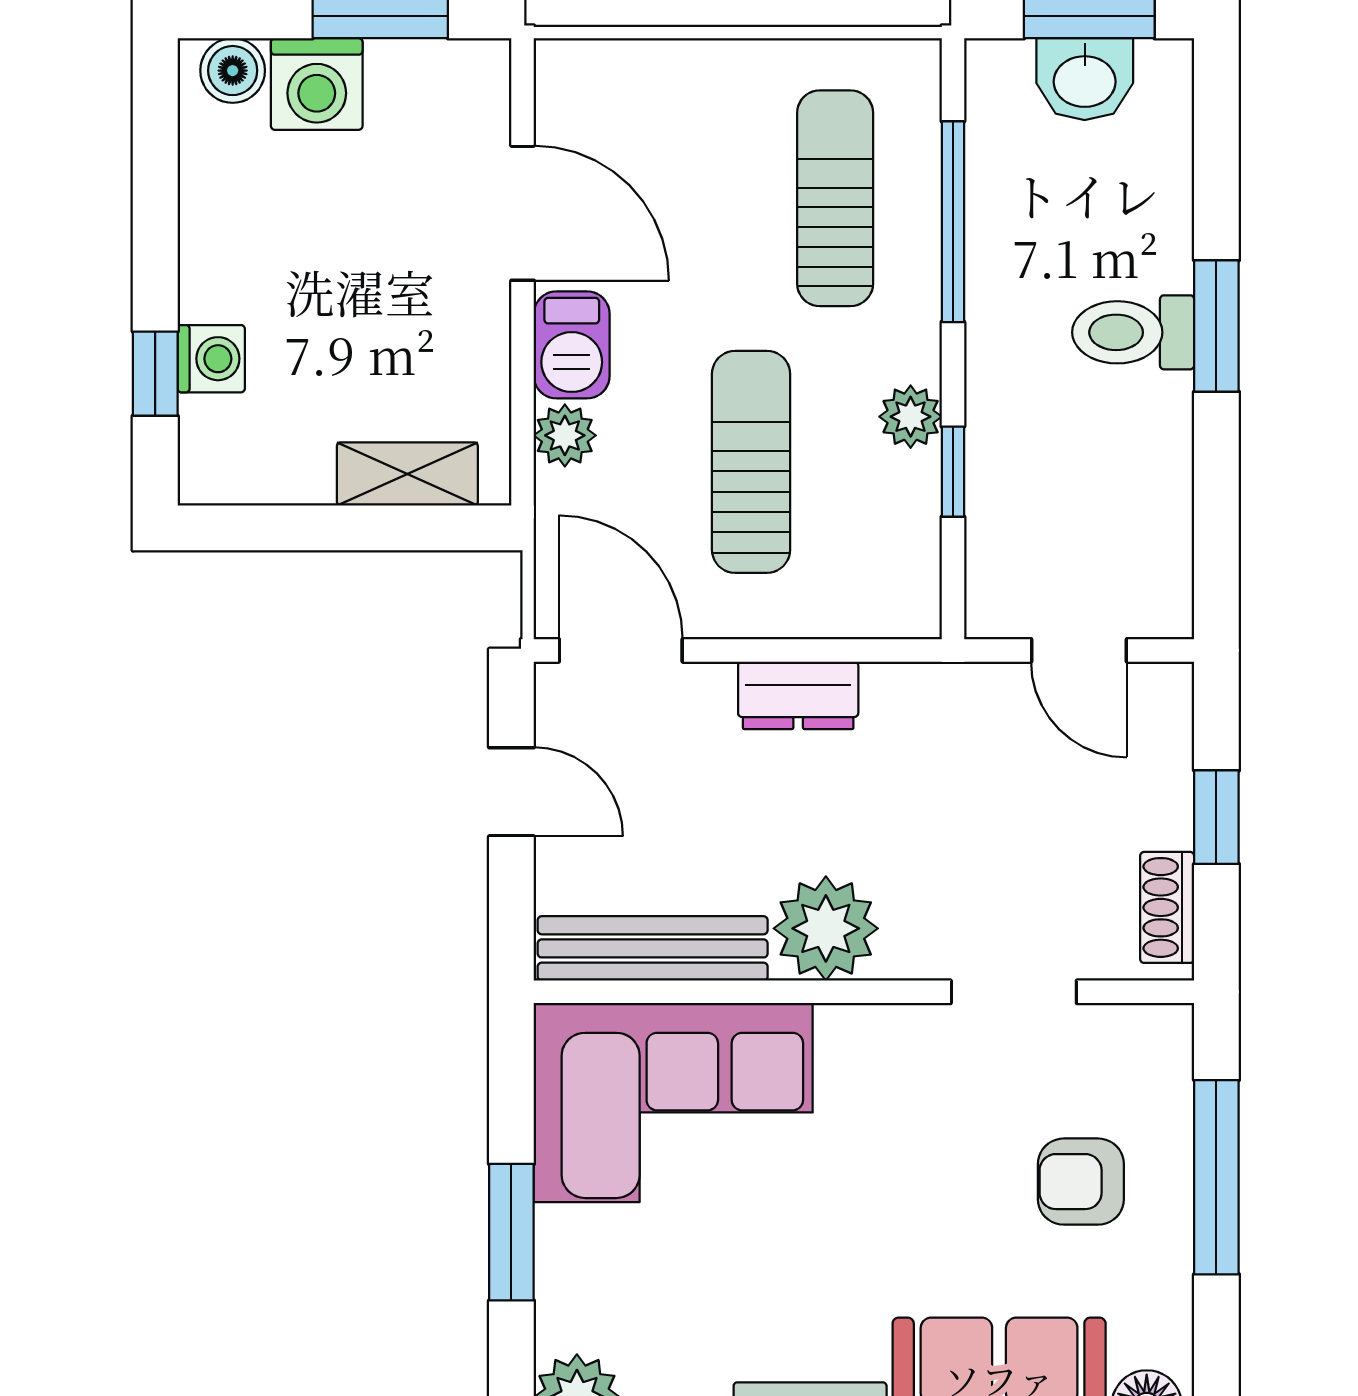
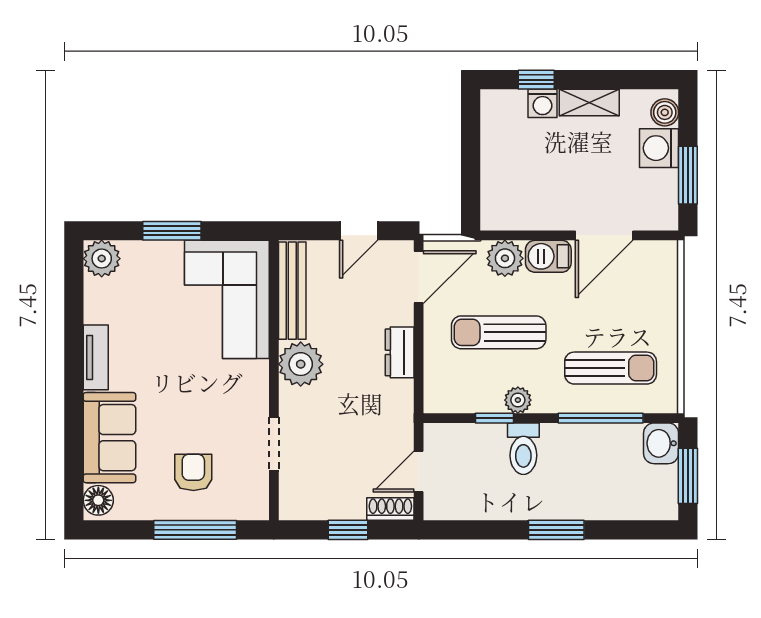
washbasin: (1085, 79) -> (661, 443), moved
toilet: (1133, 332) -> (523, 449), moved, turned 180
plant: (565, 435) -> (505, 258), width x1.38, depth x1.38
sun lounger: (751, 462) -> (499, 332), turned 180
shelving: (407, 474) -> (589, 102), moved, turned 90
shoe rack: (1167, 907) -> (390, 509), moved

